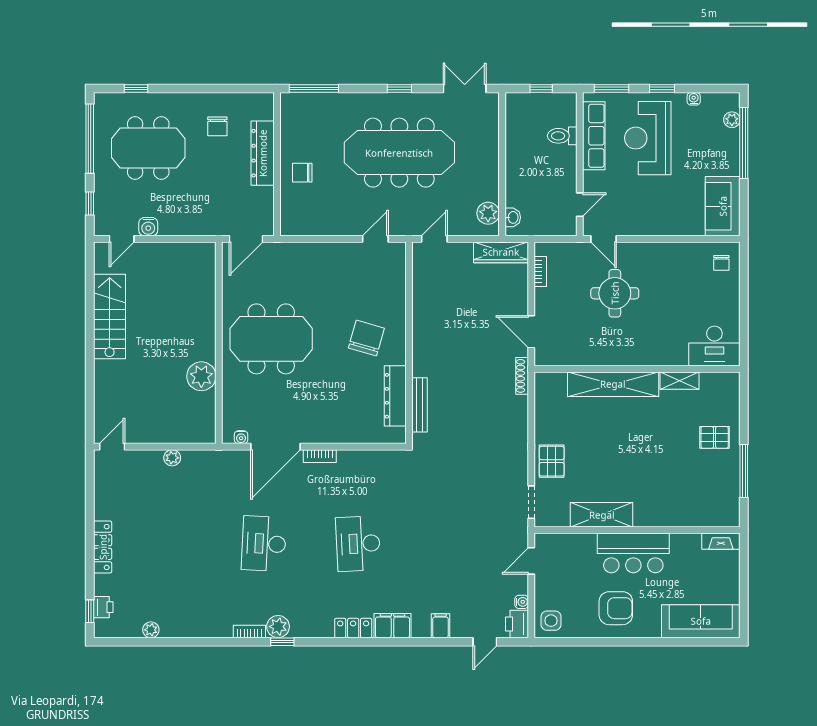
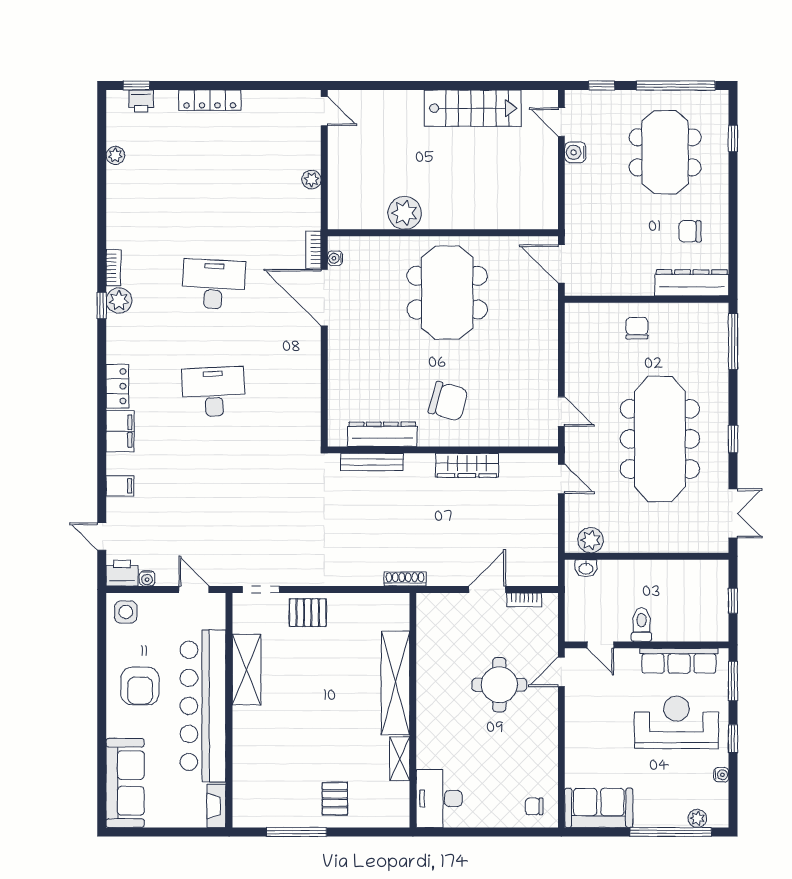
toilet: (562, 136) -> (641, 625), moved
dresser: (263, 153) -> (692, 283), moved
wardrobe: (501, 252) -> (467, 465), moved, turned -90
door: (531, 332) -> (487, 589), moved
bookcase: (320, 456) -> (314, 250), moved
bar counter: (633, 553) -> (203, 706), width x1.86

